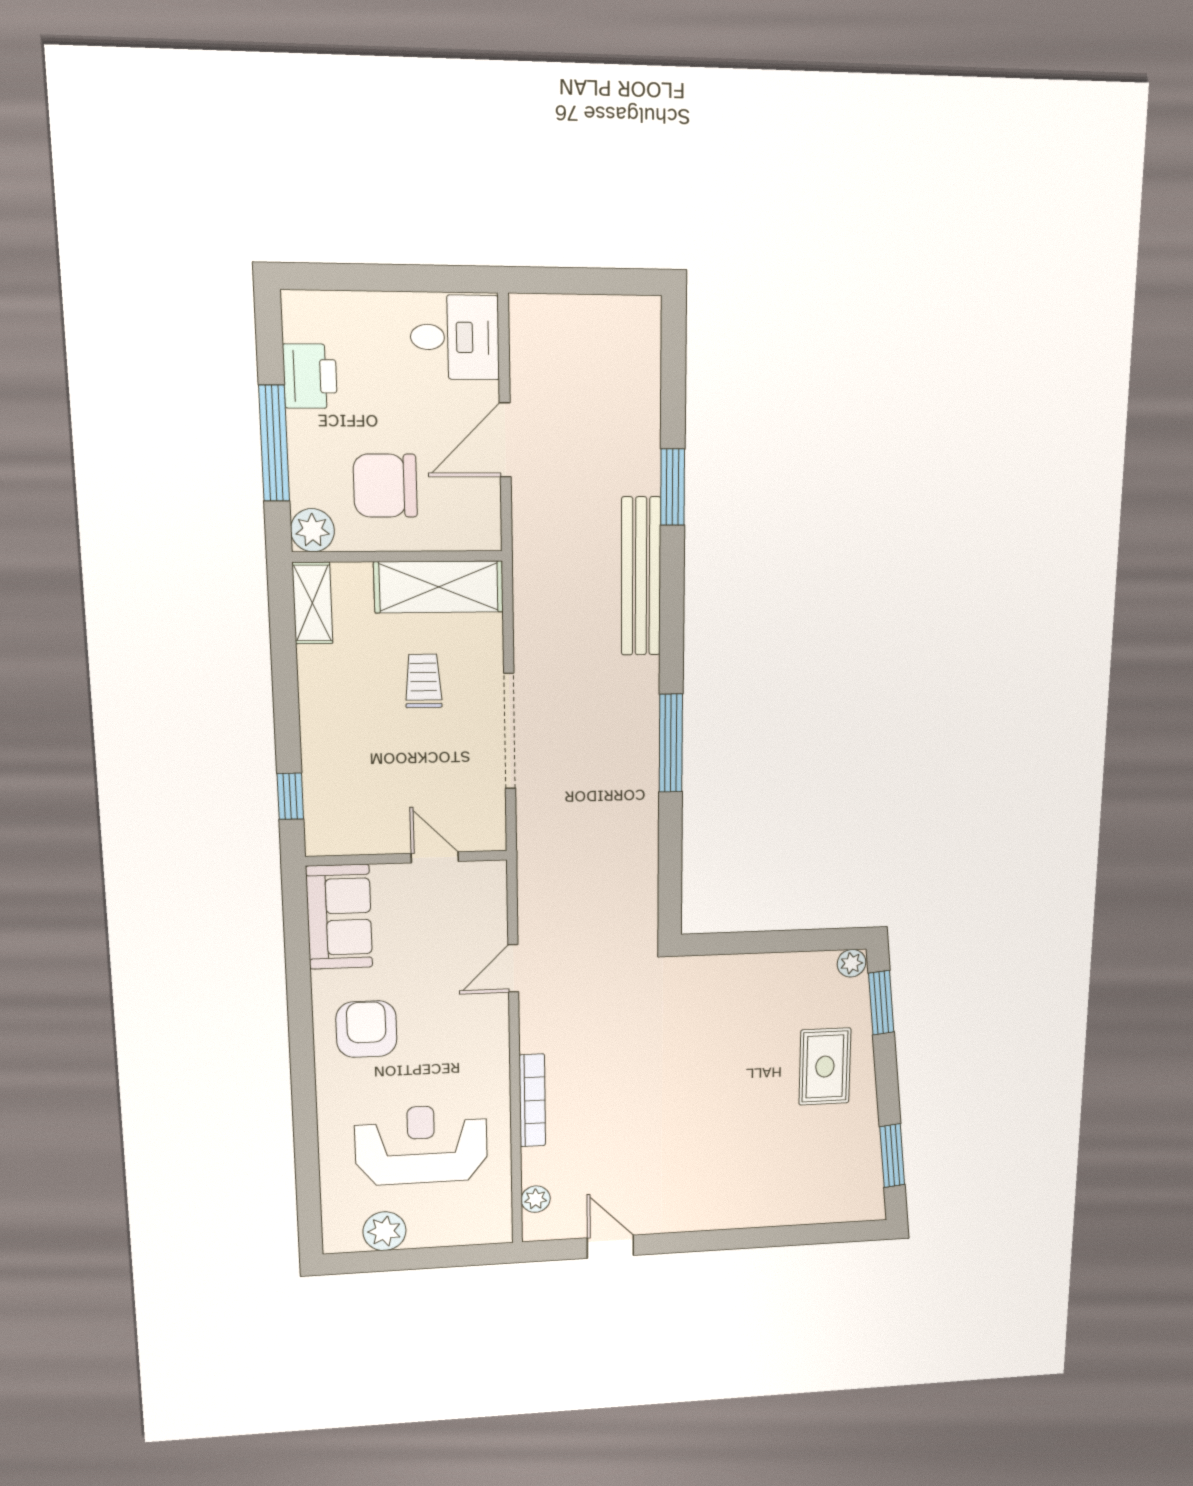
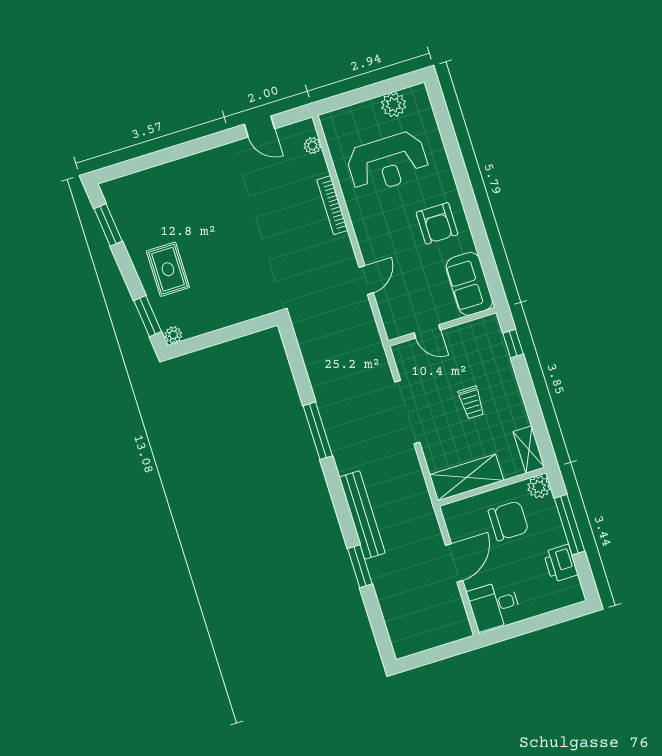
trolley: (423, 681) -> (471, 402), moved

